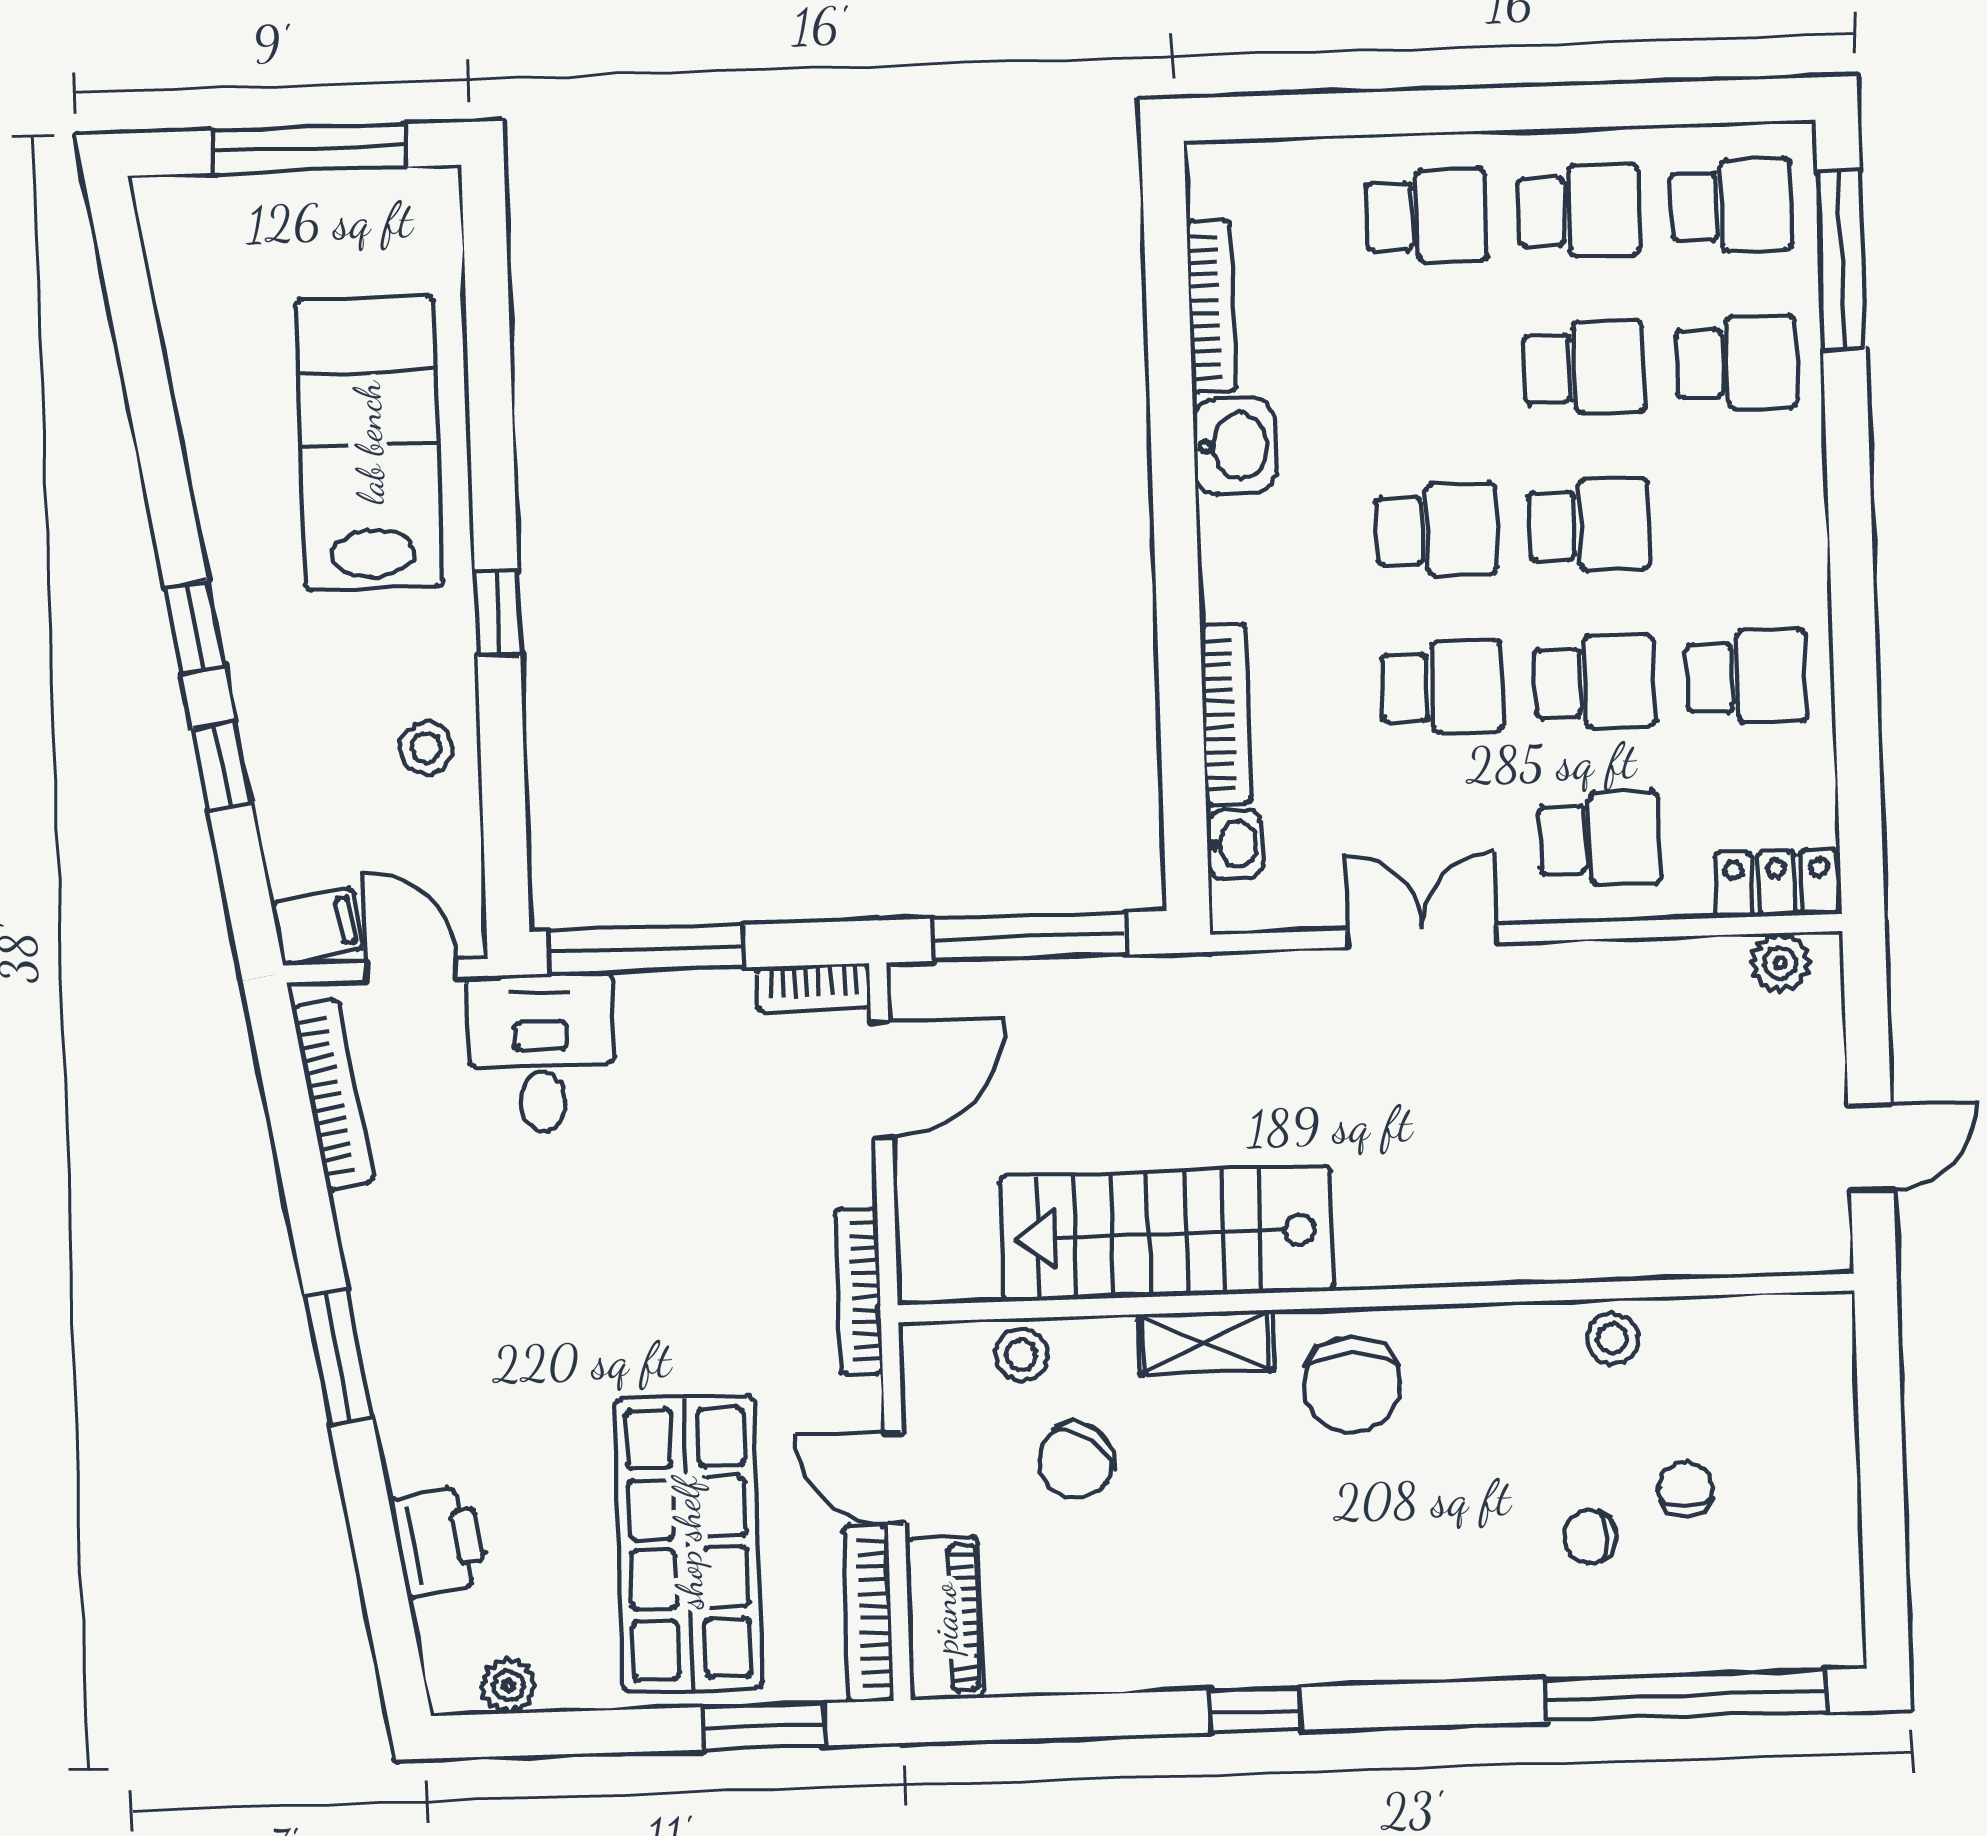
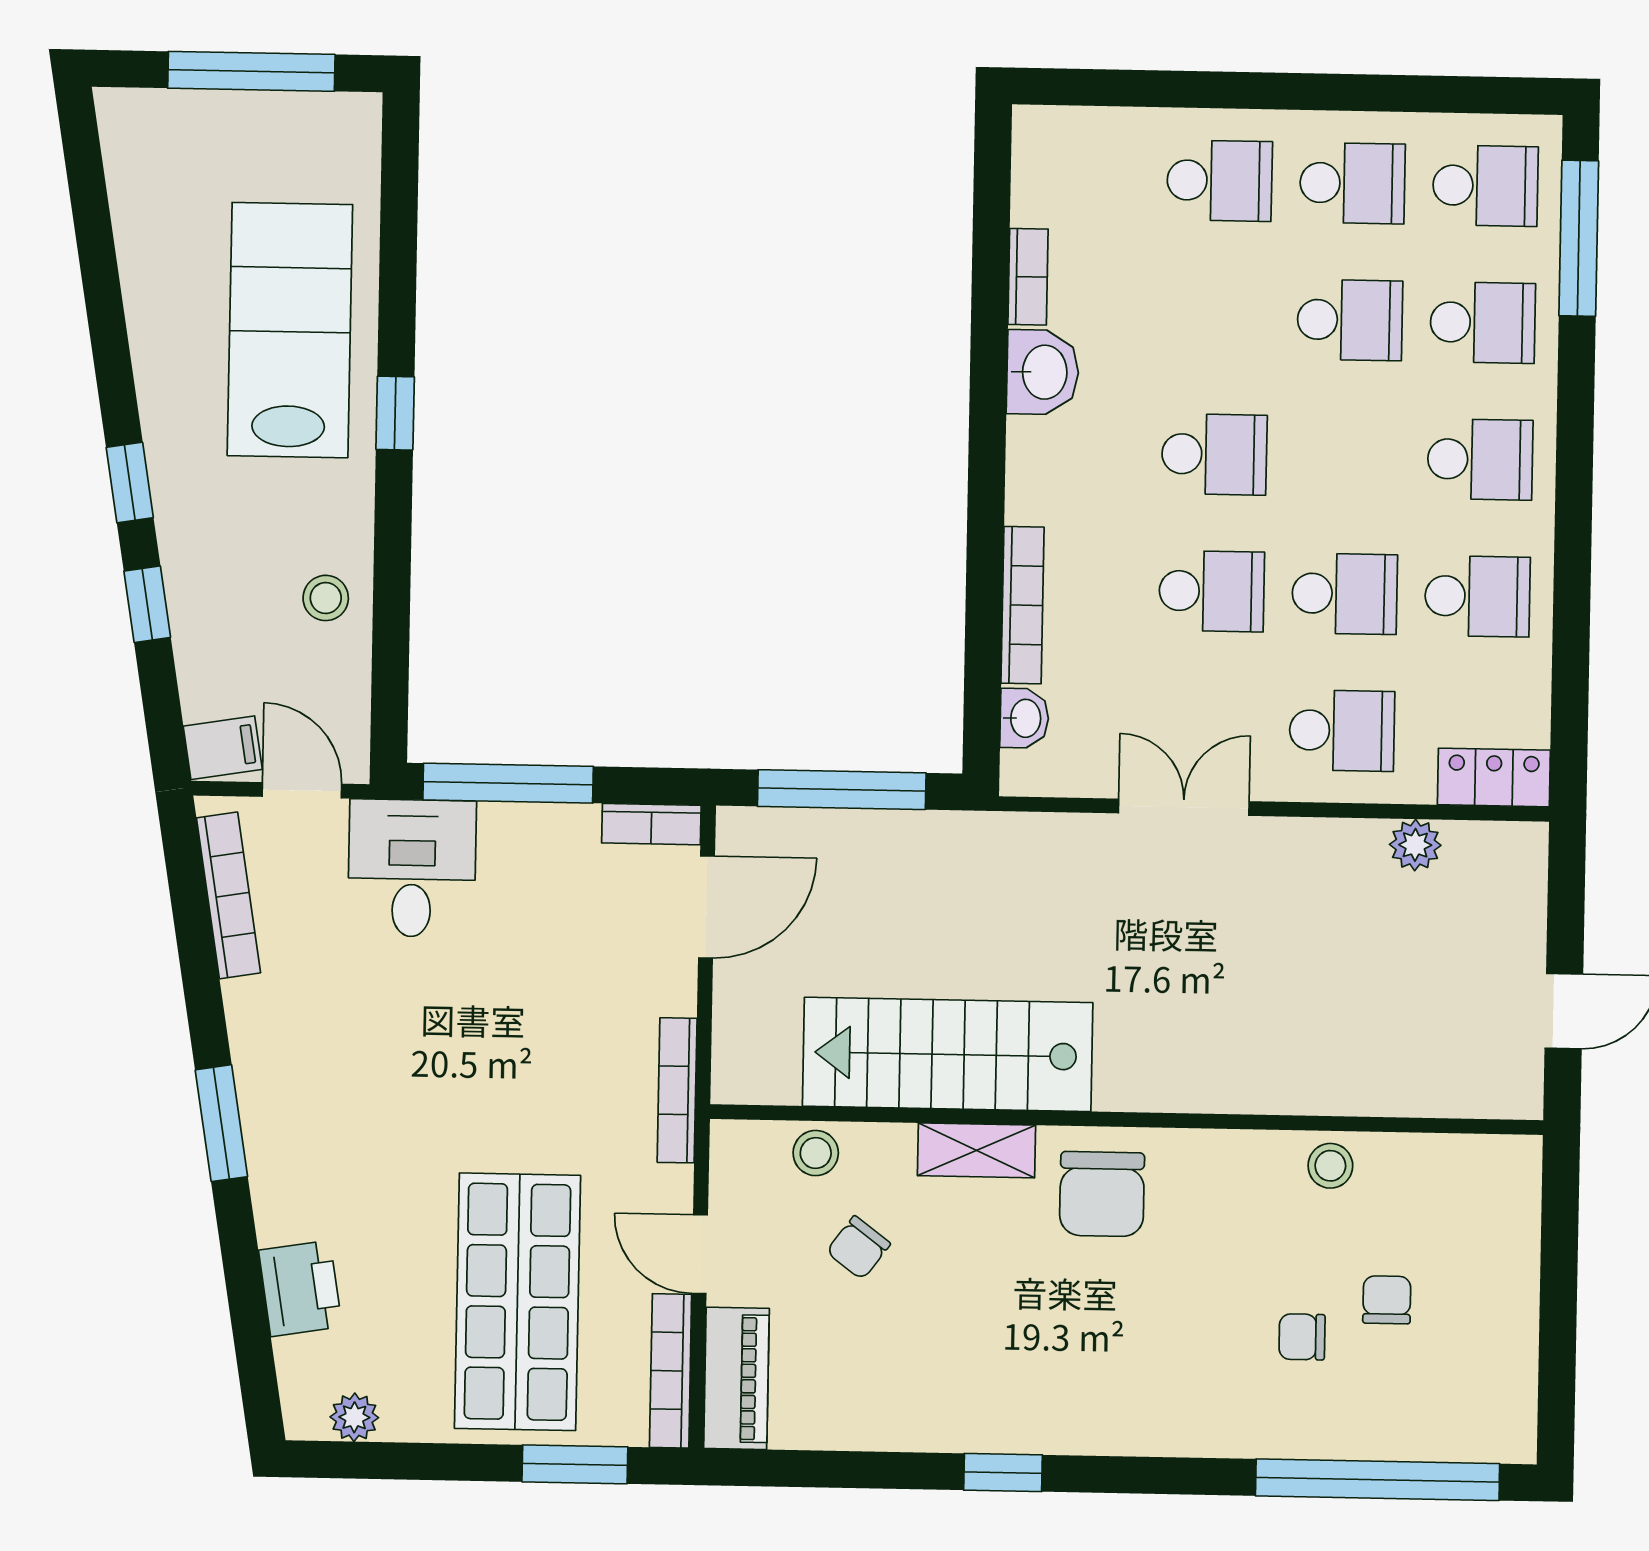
bookcase: (1211, 306) -> (1028, 277), width x0.64
school desk: (1589, 525) -> (1480, 459), moved
window: (498, 613) -> (395, 413), moved
plant: (1780, 963) -> (1415, 845), moved
chair: (1076, 1461) -> (858, 1248), width x0.73, depth x0.73

